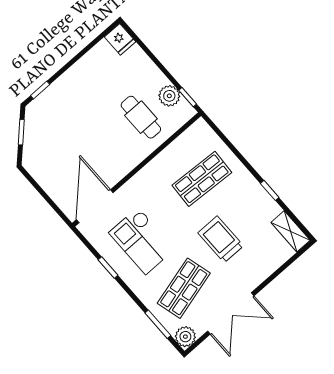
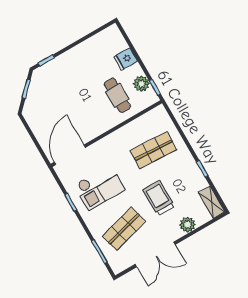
fridge: (120, 39) -> (126, 59), moved, turned 90
checkout: (142, 241) -> (100, 187), turned -90
plant: (185, 337) -> (188, 225), moved

